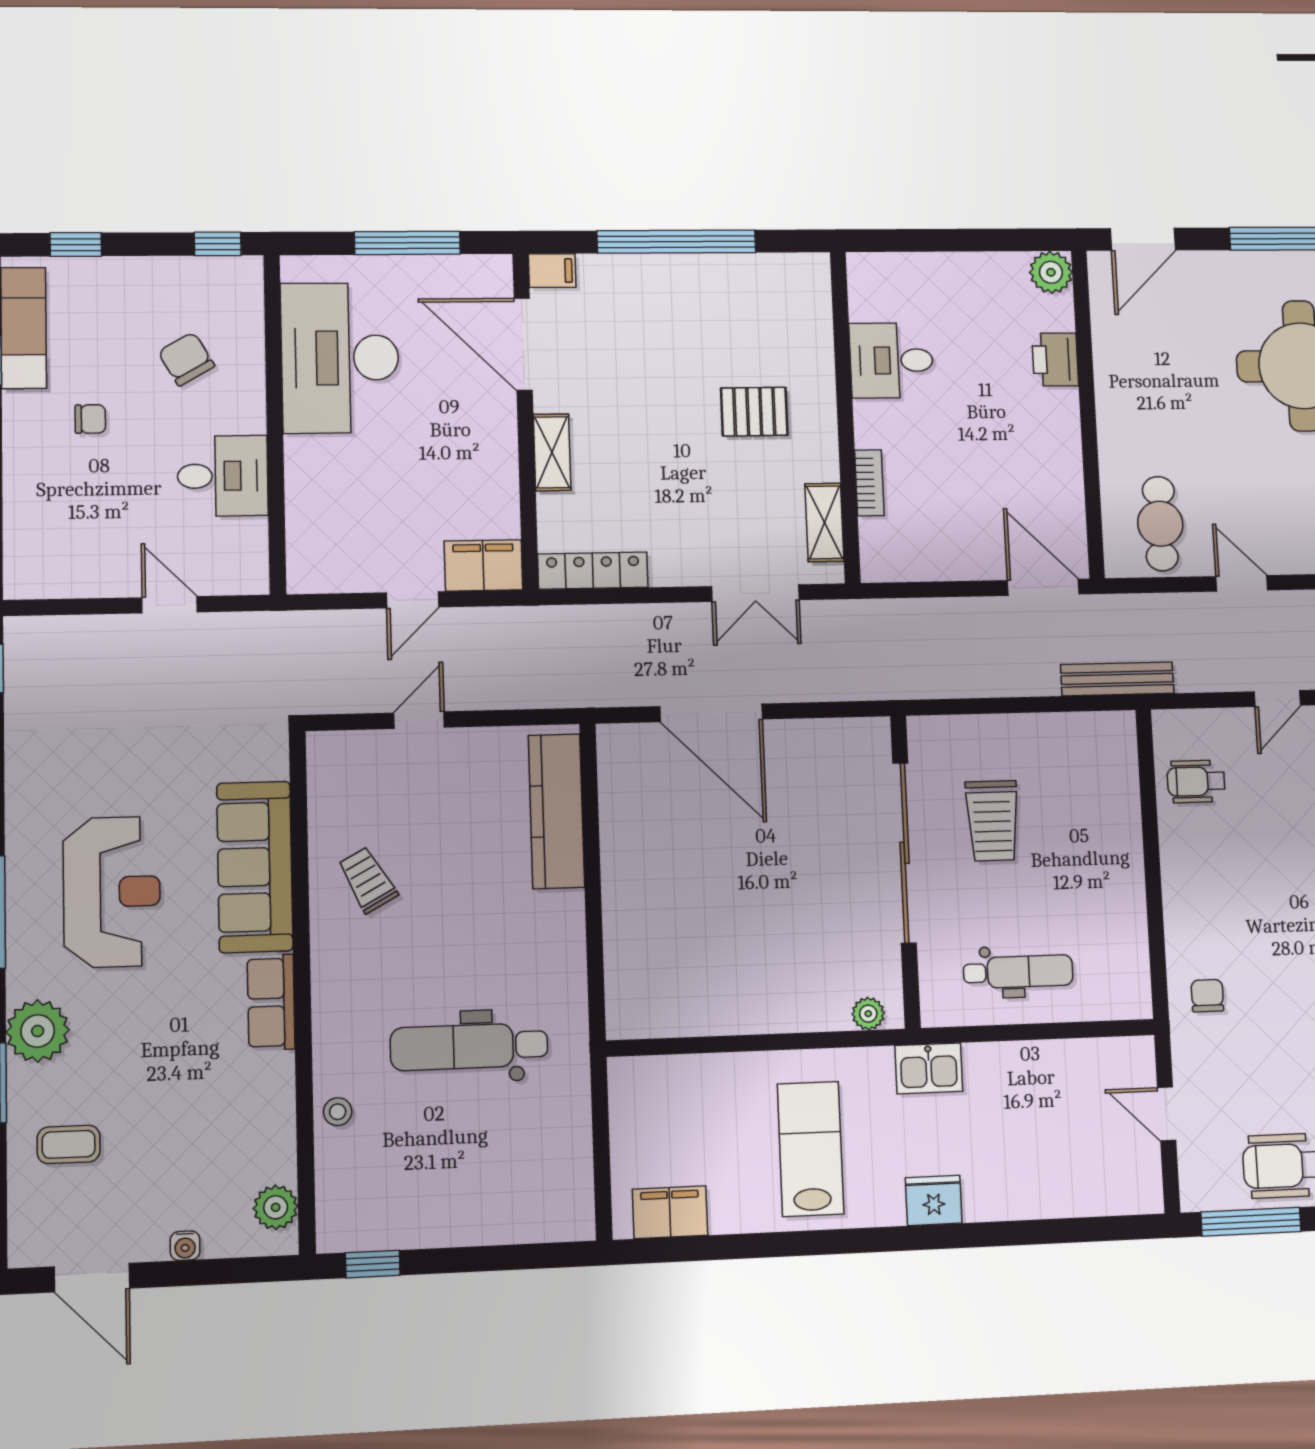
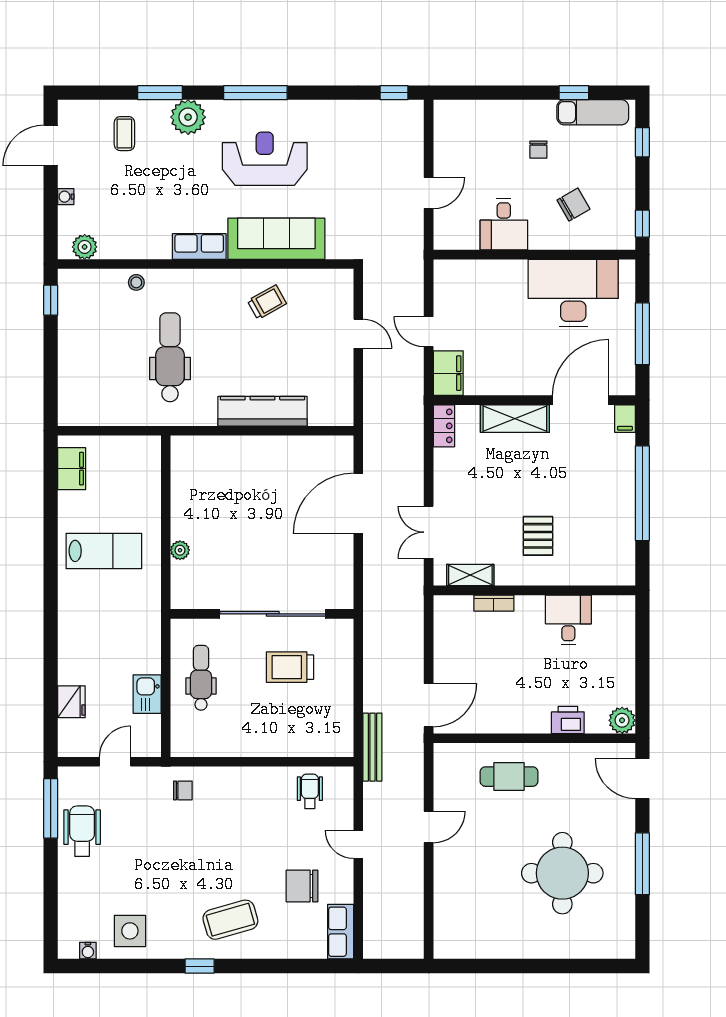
shelving: (552, 452) -> (515, 419), width x1.50, depth x1.33
cafe table: (1160, 524) -> (509, 777), moved
locker: (593, 571) -> (444, 426), width x0.66
kitchen counter: (556, 811) -> (262, 411), moved
reception desk: (112, 892) -> (265, 159), turned 180
dental chair: (1018, 972) -> (201, 678), turned 180
plant: (868, 1014) -> (180, 550), moved
kitchen sink: (929, 1068) -> (147, 694), moved
fridge: (934, 1200) -> (71, 702), moved

